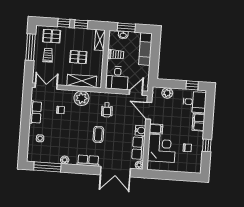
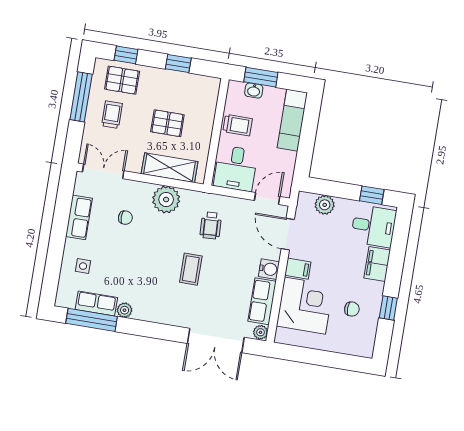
window: (64, 23) -> (126, 55), moved
shelving: (100, 40) -> (210, 96), removed
row of seats: (88, 161) -> (96, 303), moved

